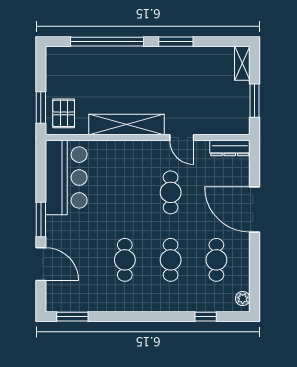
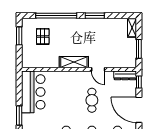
window: (41, 108) -> (19, 36), moved
pallet: (64, 113) -> (43, 36), moved
shelving: (126, 124) -> (74, 62), width x0.68
window: (254, 160) -> (139, 82), added

